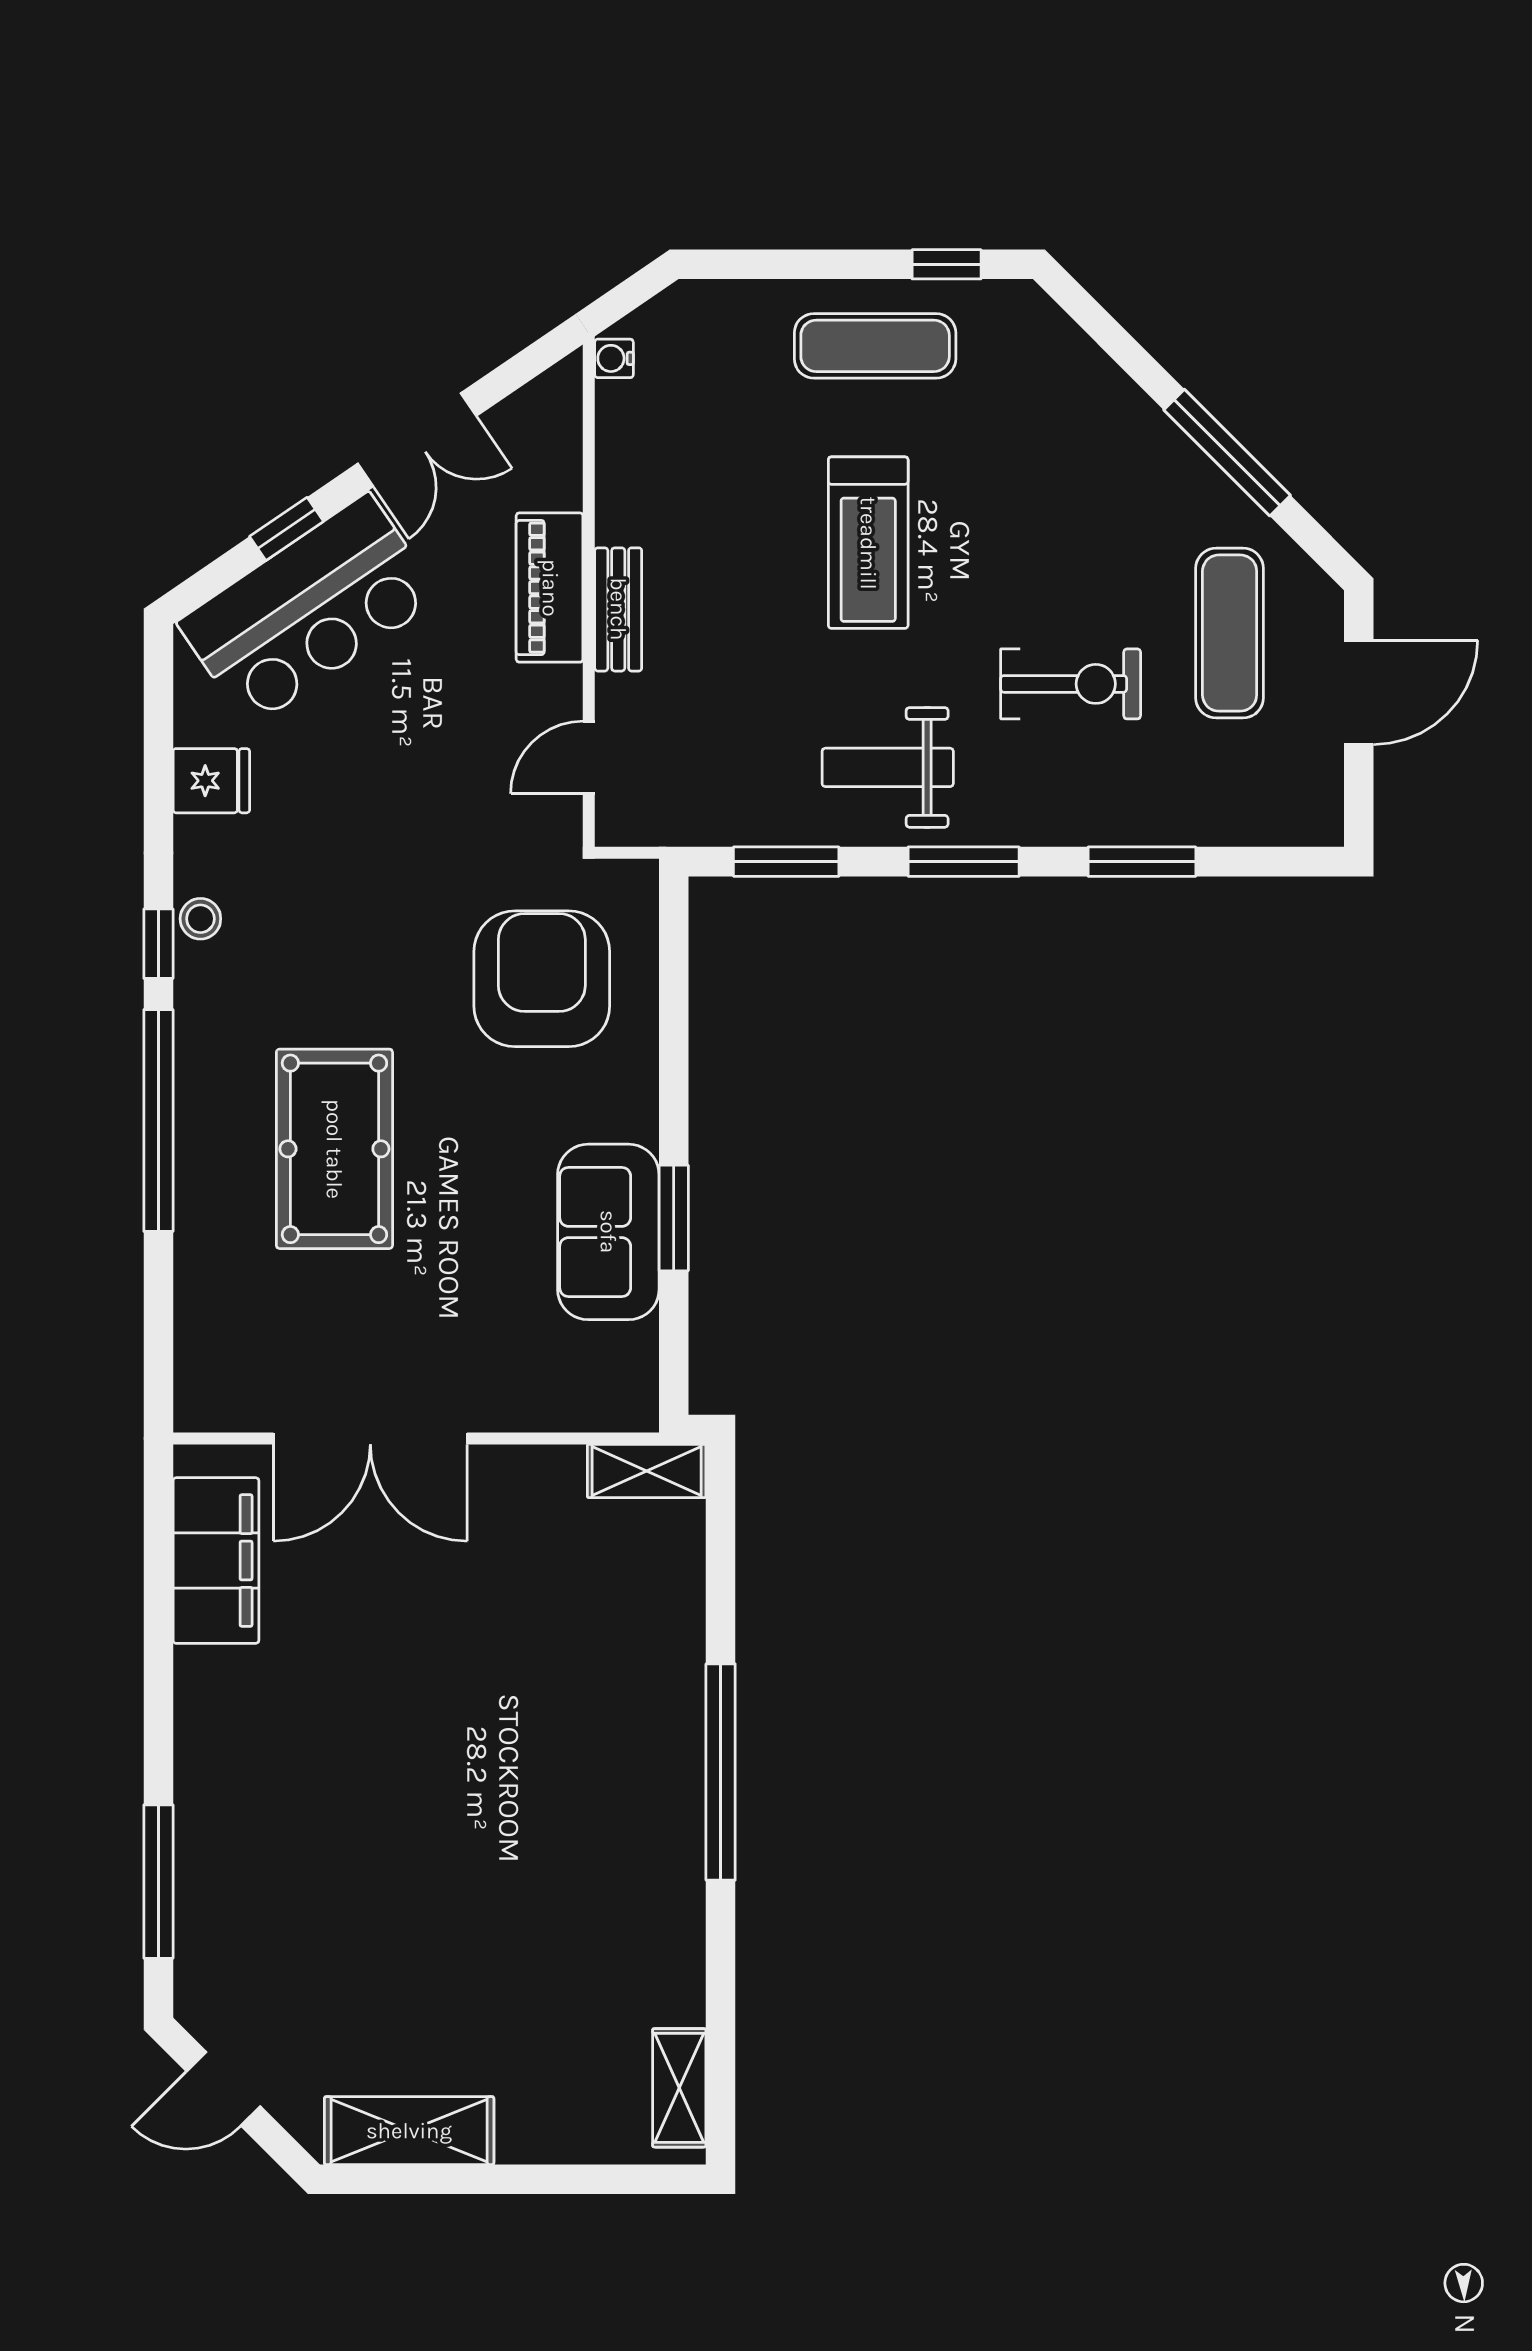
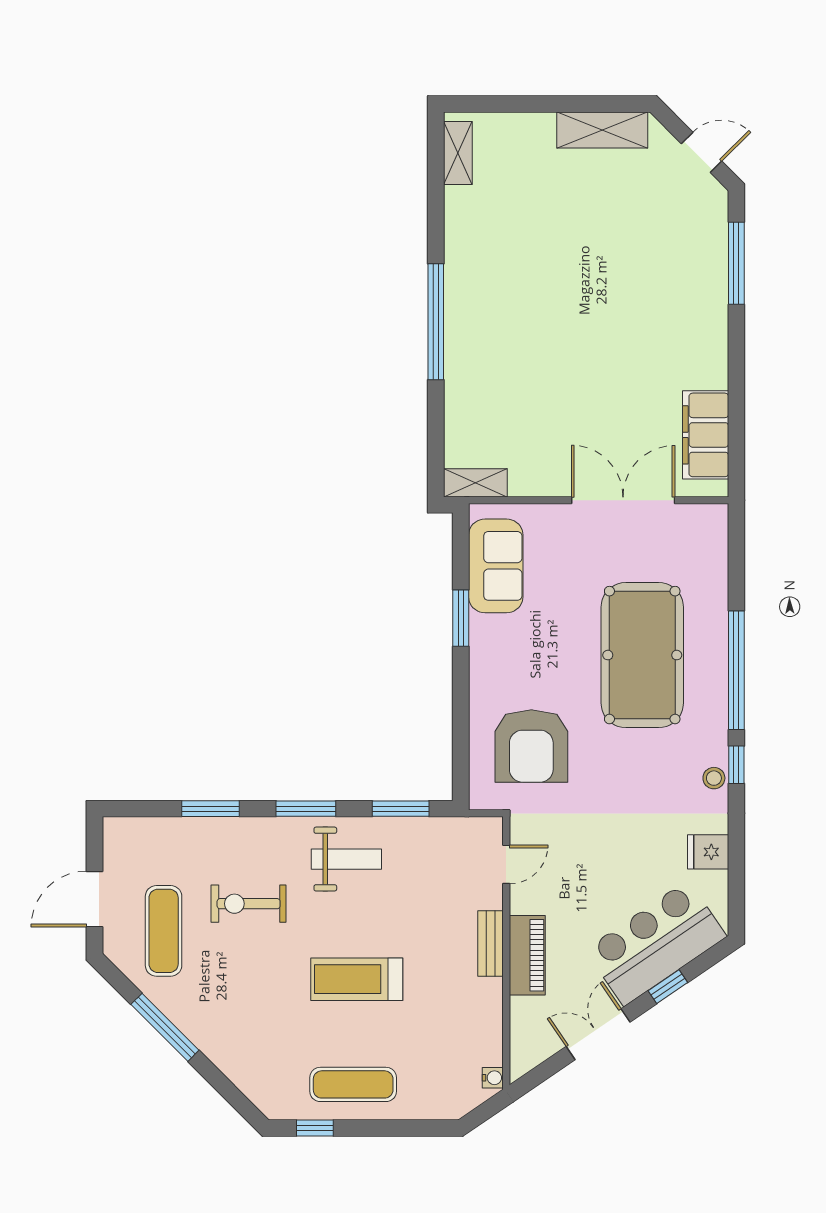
treadmill: (868, 543) -> (357, 979), turned -90
pool table: (334, 1149) -> (642, 655), width x1.36, depth x1.32
sofa: (608, 1232) -> (496, 566), moved

